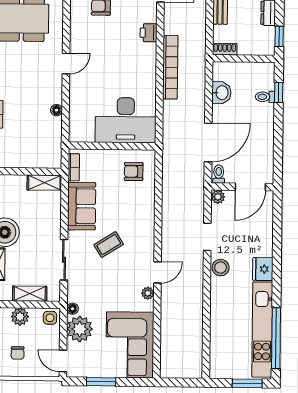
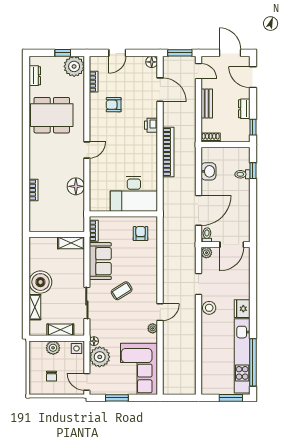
floor lamp: (56, 110) -> (76, 186), width x1.89, depth x1.89
armchair: (134, 171) -> (141, 234), turned 90

